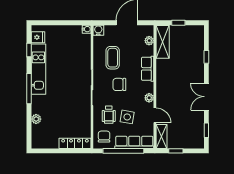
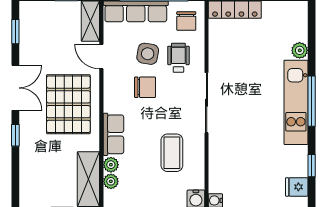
window: (206, 57) -> (15, 135), moved
kitchen unit: (38, 69) -> (296, 102), moved
chair: (119, 84) -> (145, 87), moved
pallet: (175, 87) -> (68, 104), added
plant: (149, 98) -> (111, 165), moved

